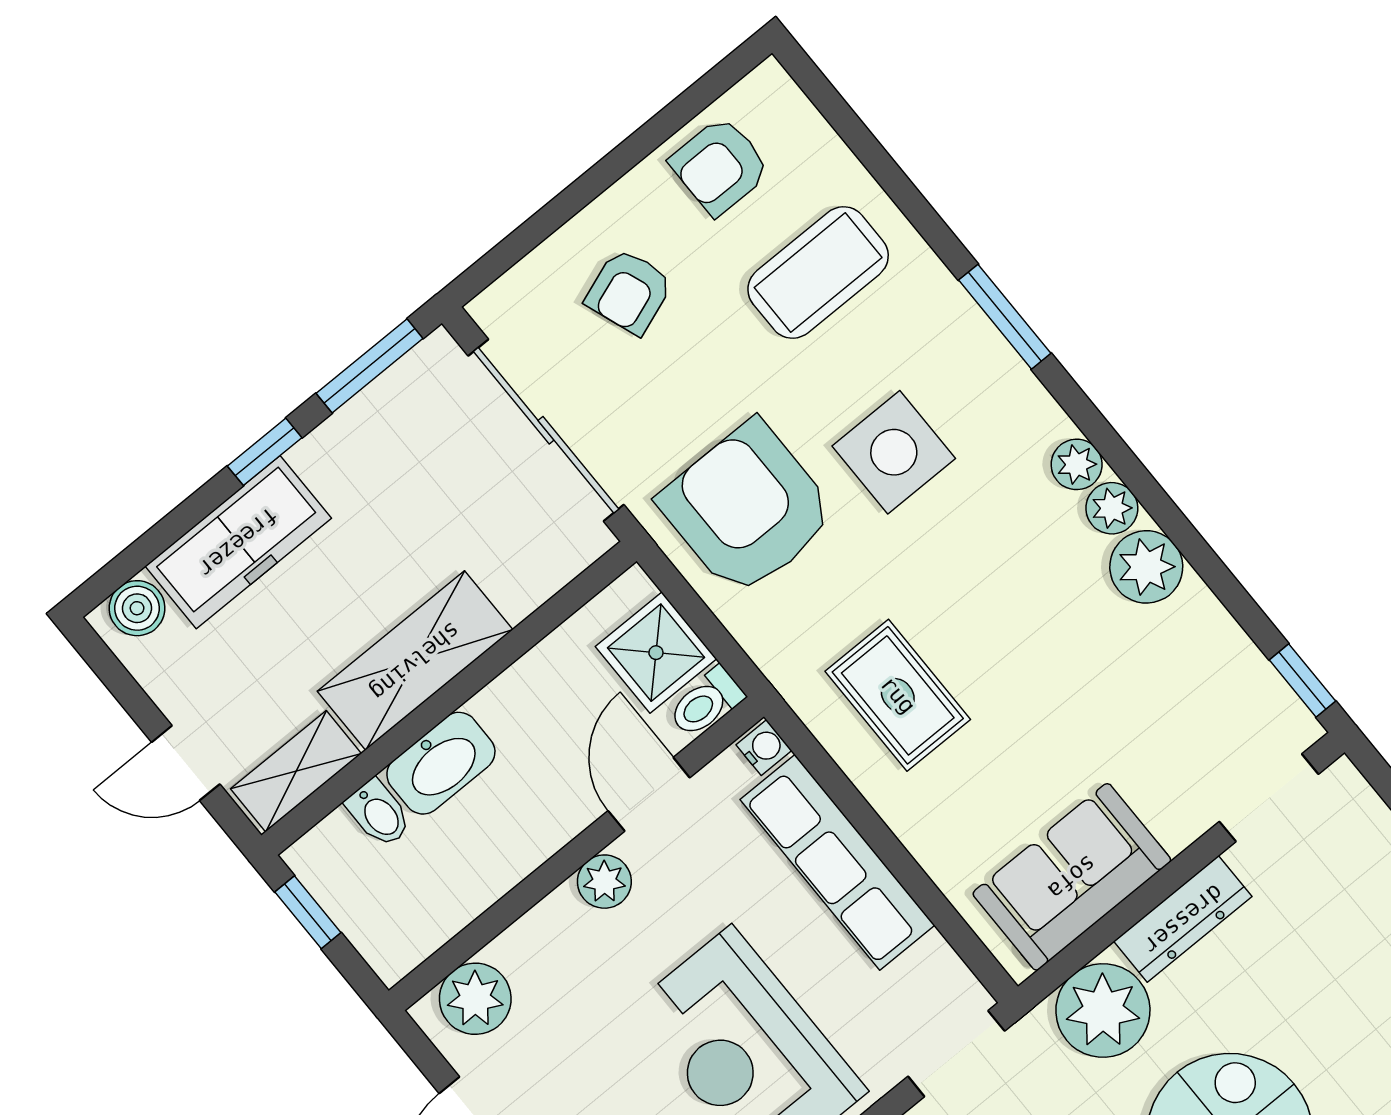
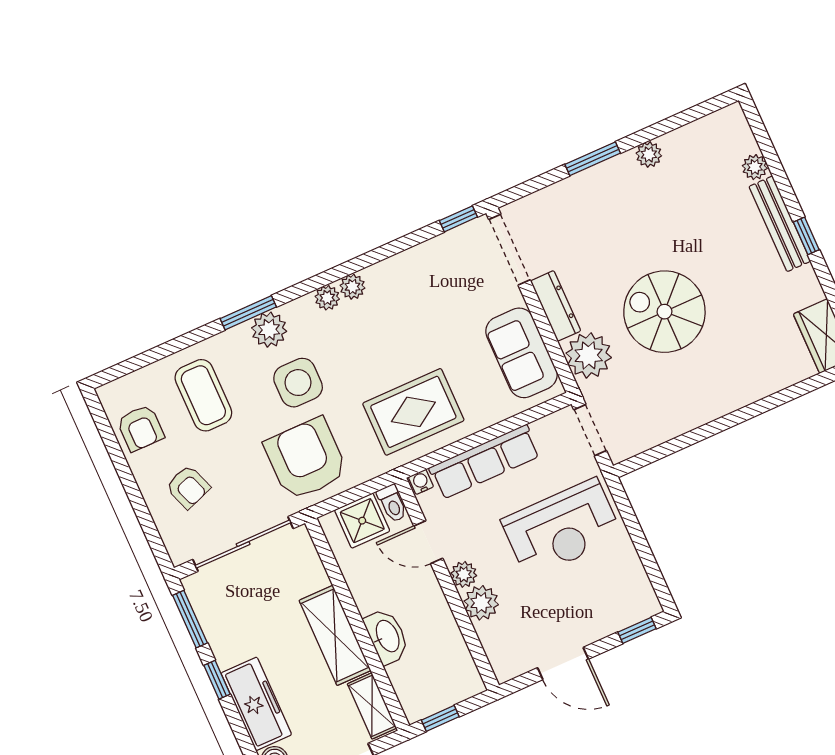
armchair: (747, 509) -> (306, 459), turned 90
plant: (1146, 567) -> (269, 330), moved
rug: (898, 695) -> (413, 412), width x1.36, depth x1.43
doorway: (1269, 798) -> (509, 250), width x1.38
bidet: (379, 813) -> (403, 672), removed
plant: (475, 999) -> (481, 603), moved

